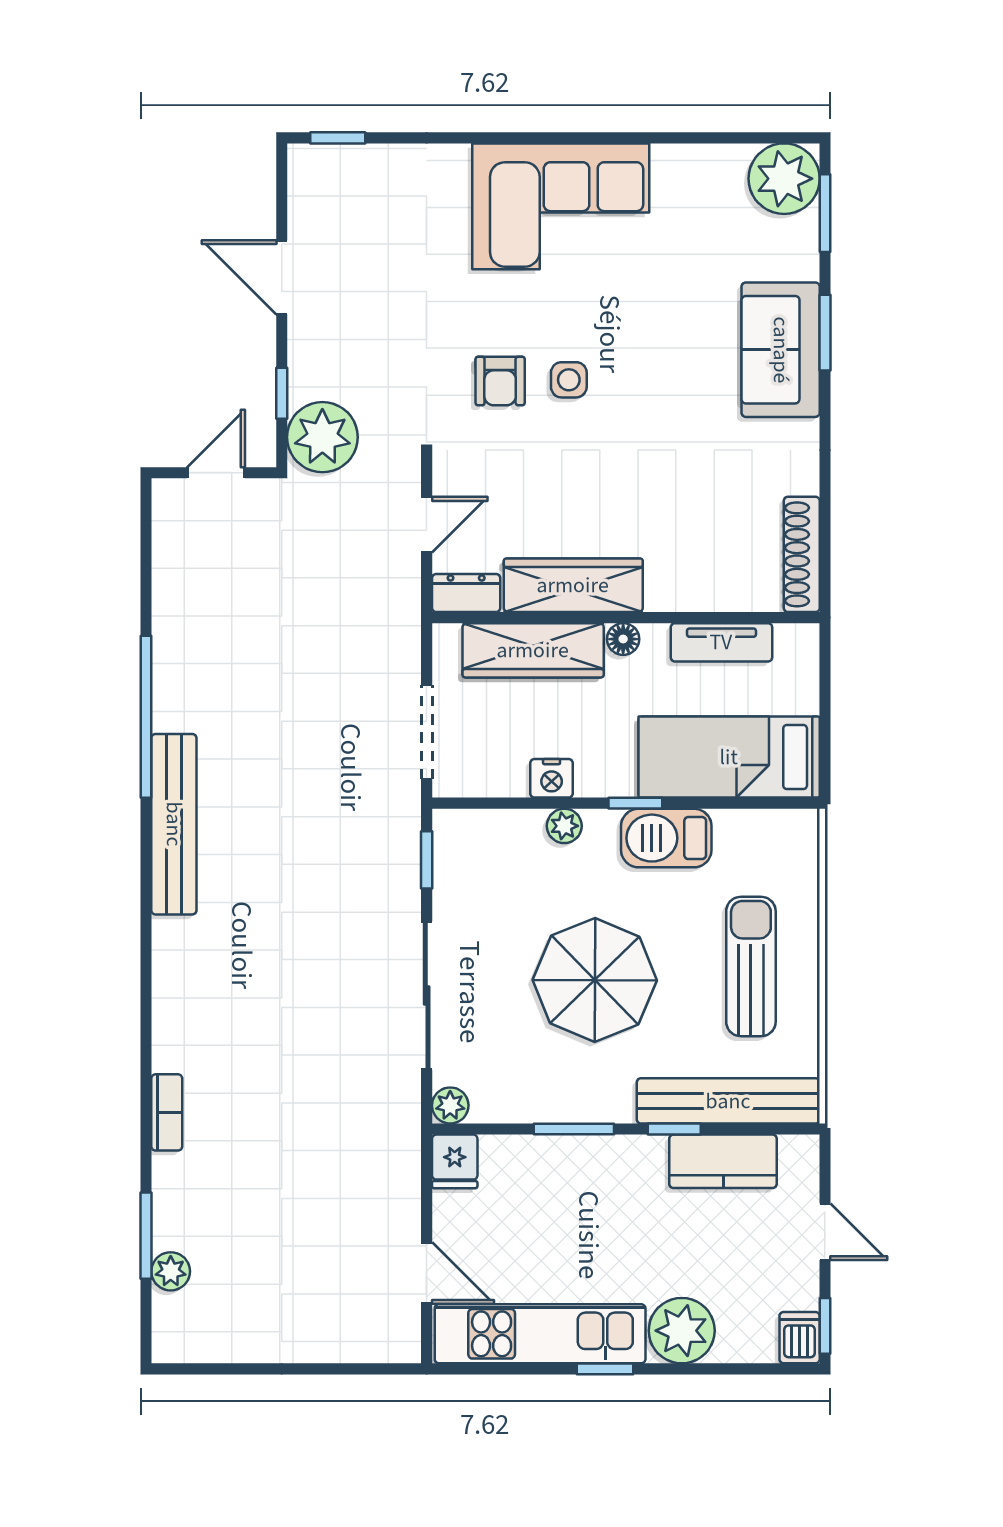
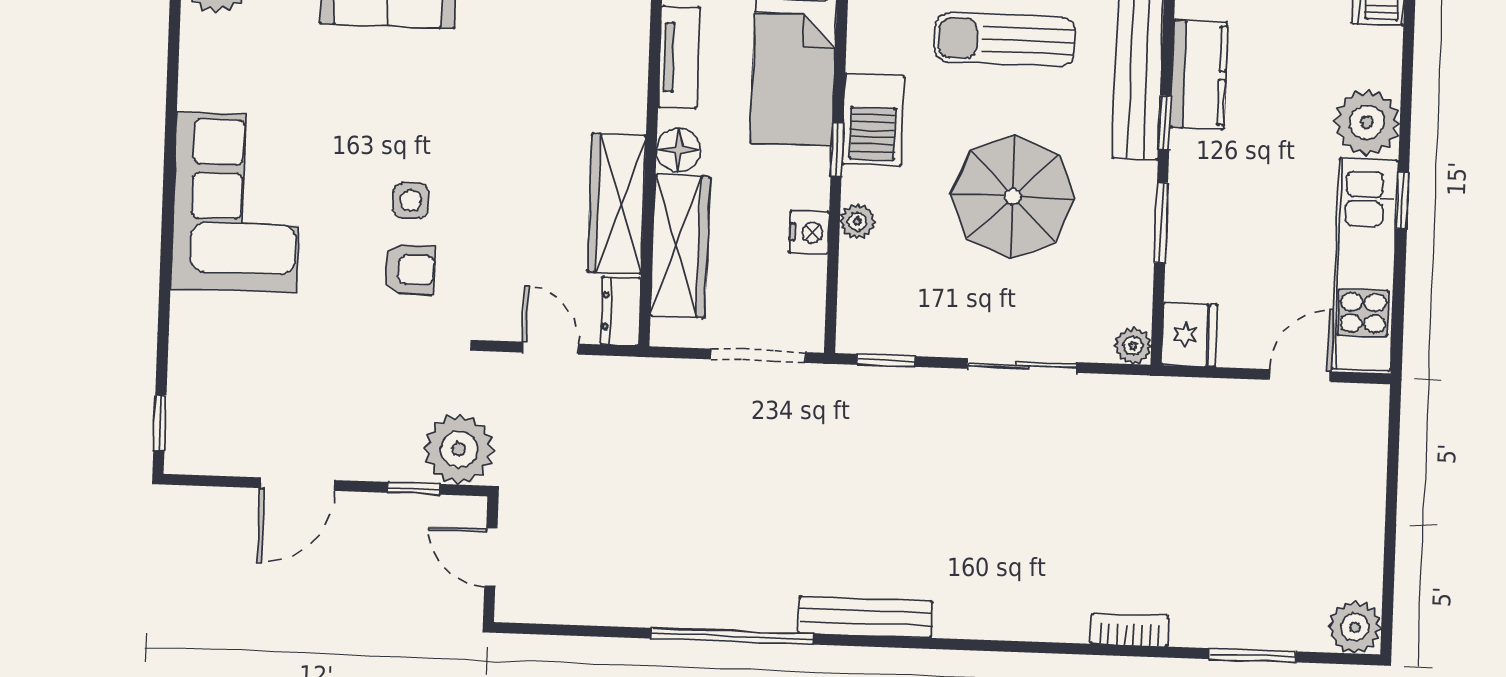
floor lamp: (623, 639) -> (678, 150), width x1.37, depth x1.37
bench: (174, 824) -> (865, 617), width x0.73, depth x0.82
sliding door: (427, 995) -> (1022, 365), width x0.73
fridge: (455, 1161) -> (1189, 335), width x1.38
plant: (171, 1271) -> (1355, 627), moved, width x1.38, depth x1.38

